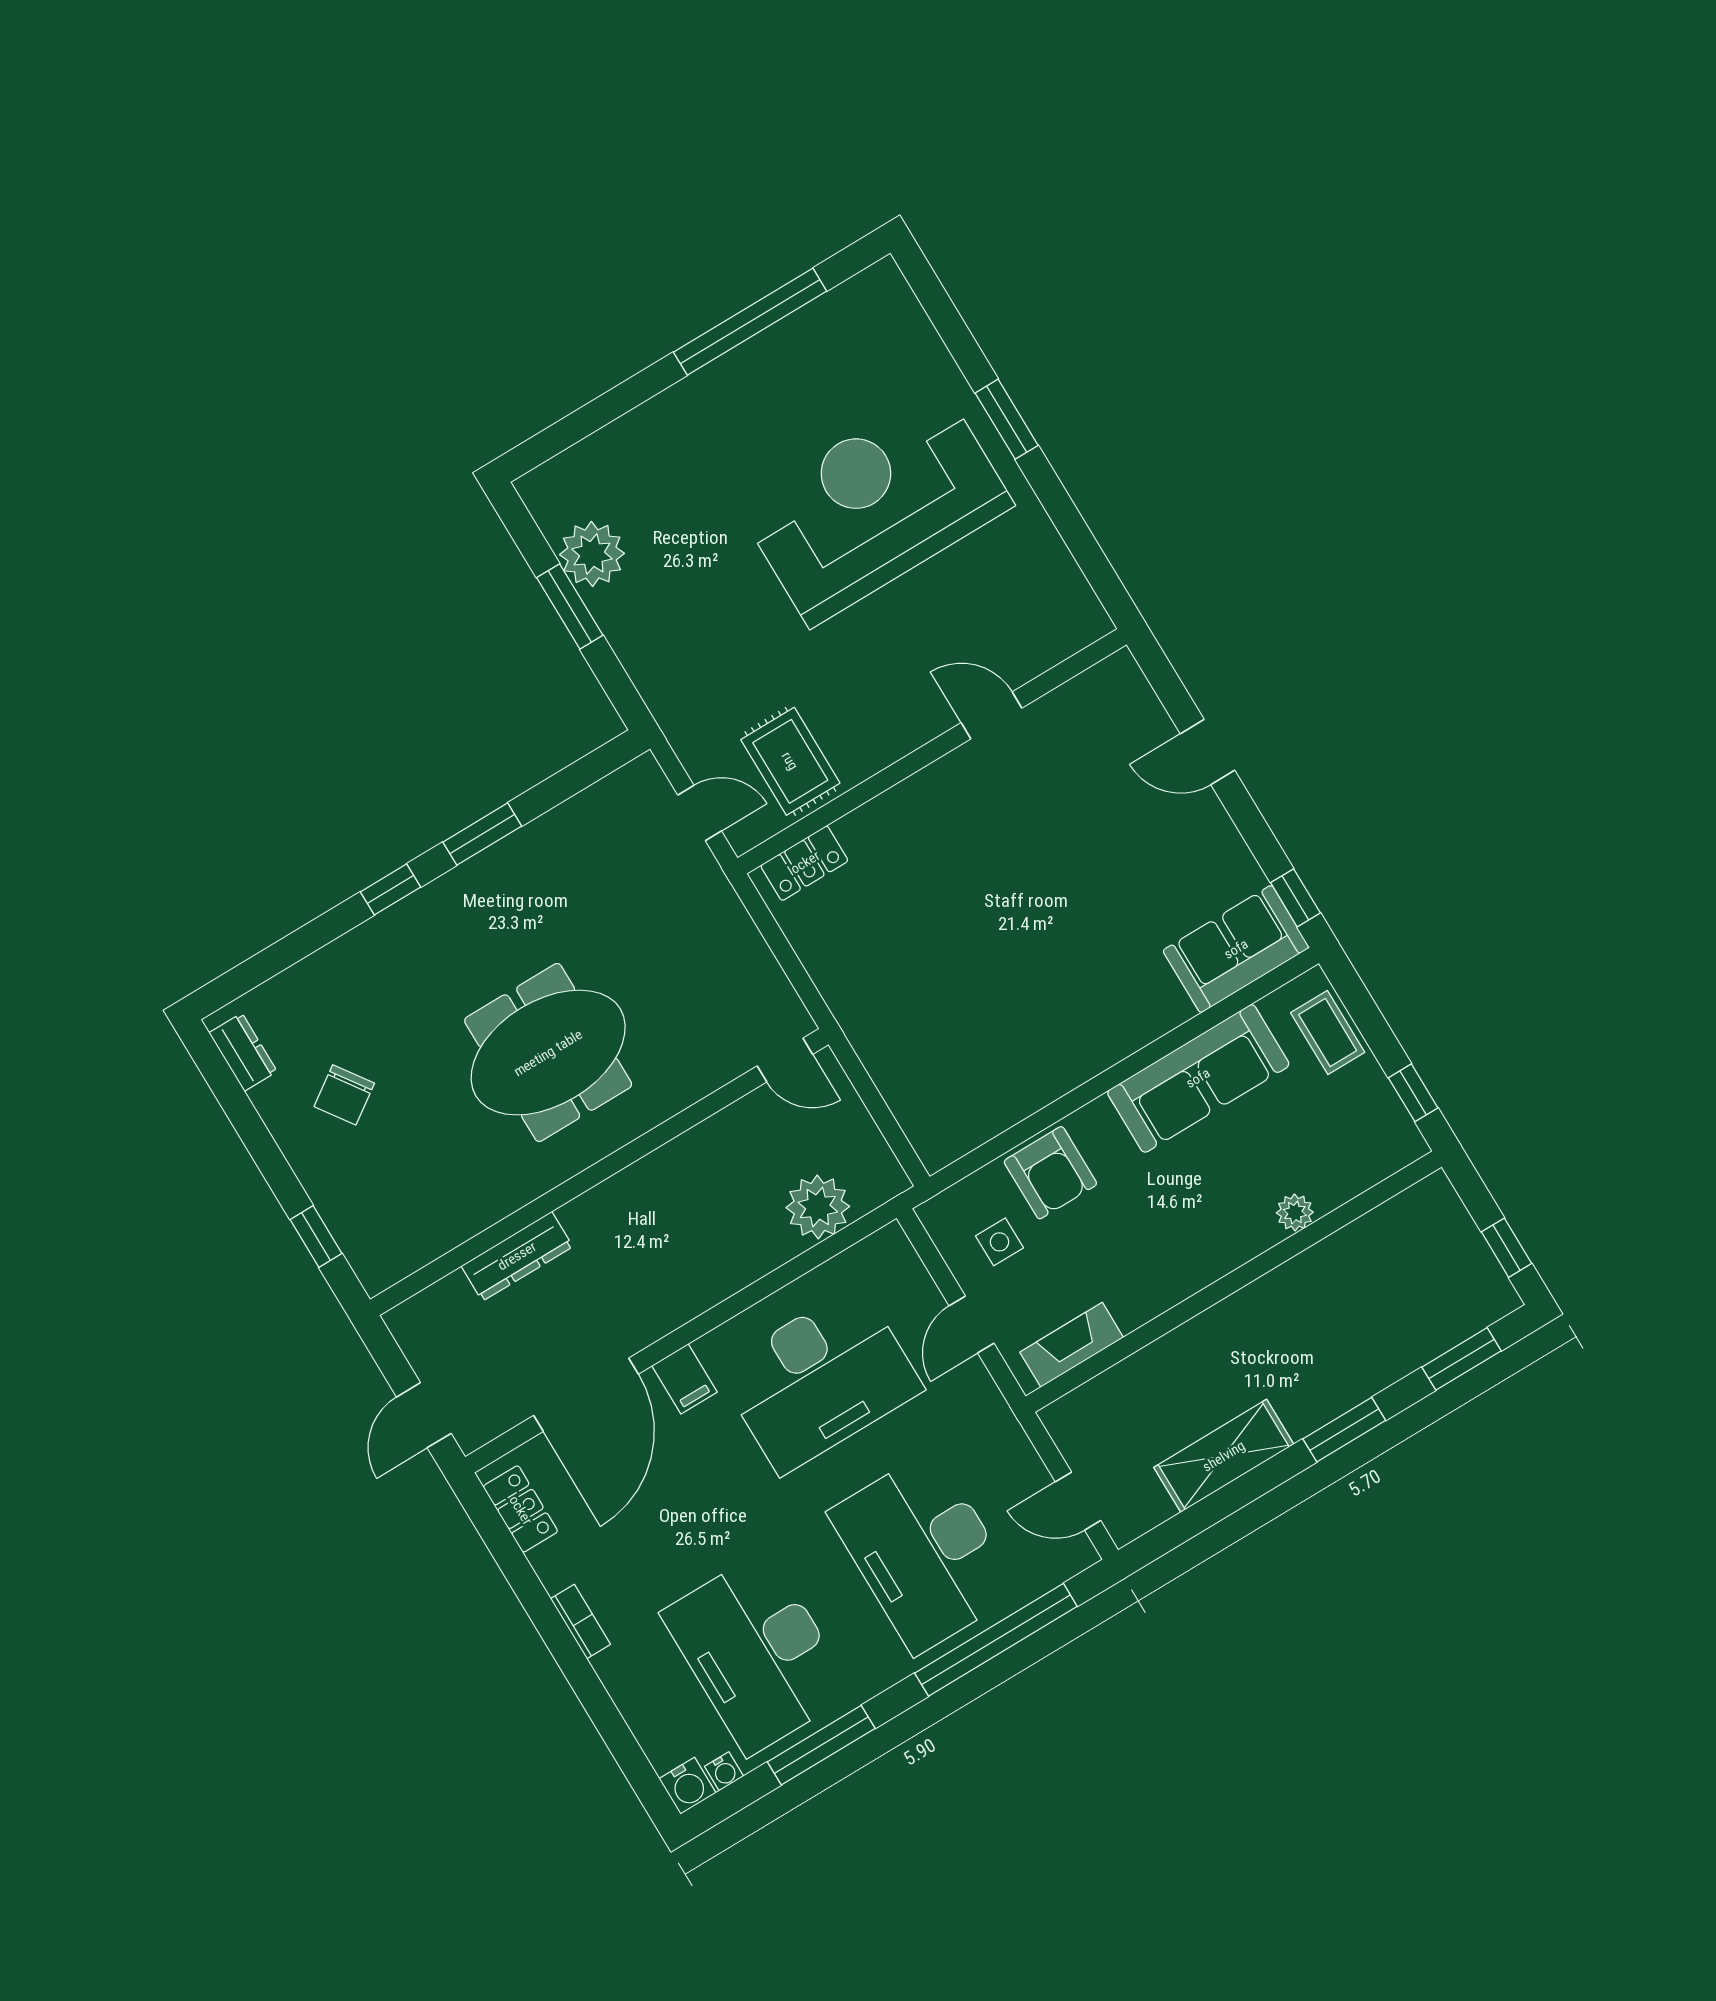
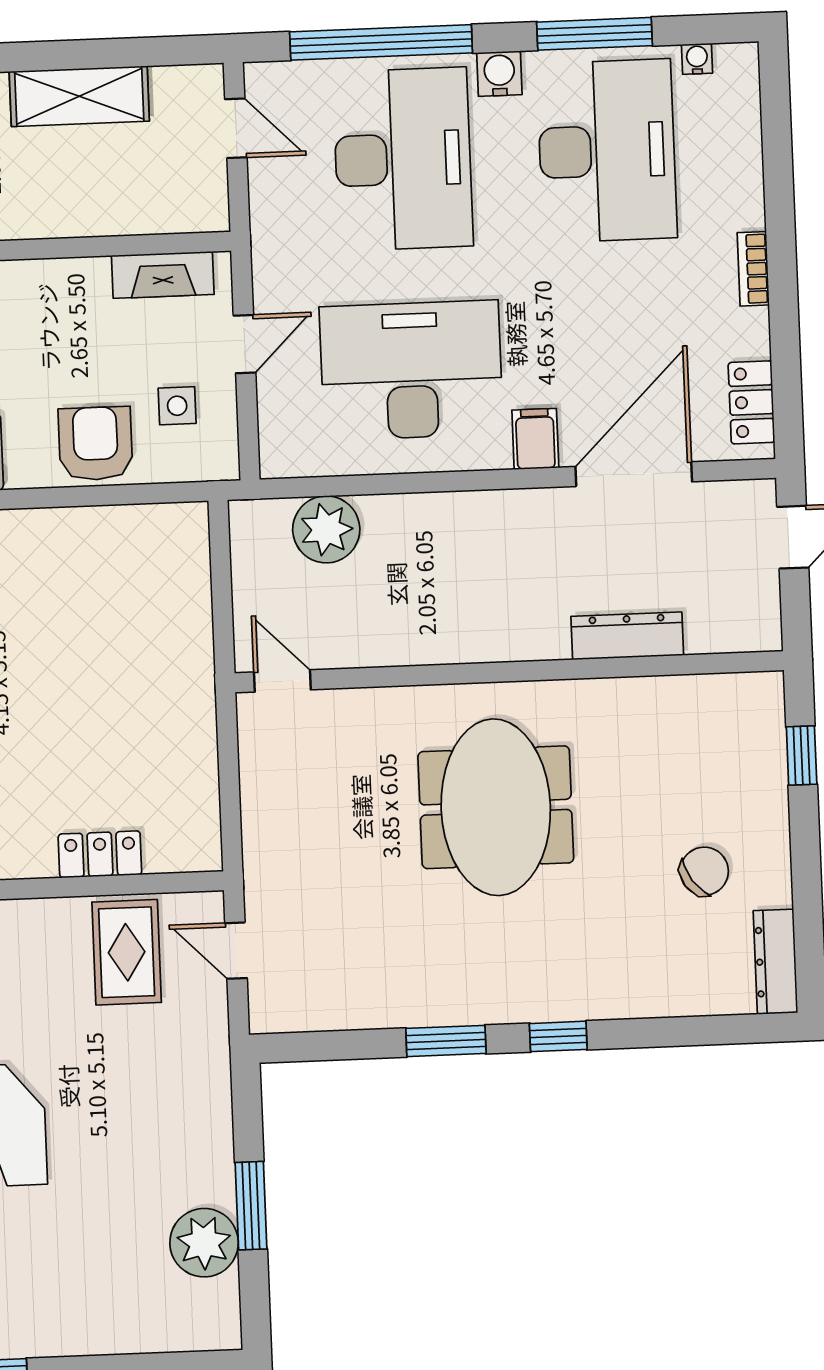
locker: (804, 863) -> (100, 854), moved
dresser: (243, 1052) -> (776, 962), width x1.44
meeting table: (548, 1053) -> (496, 807), turned 90
water cooler: (687, 1786) -> (499, 74), moved

